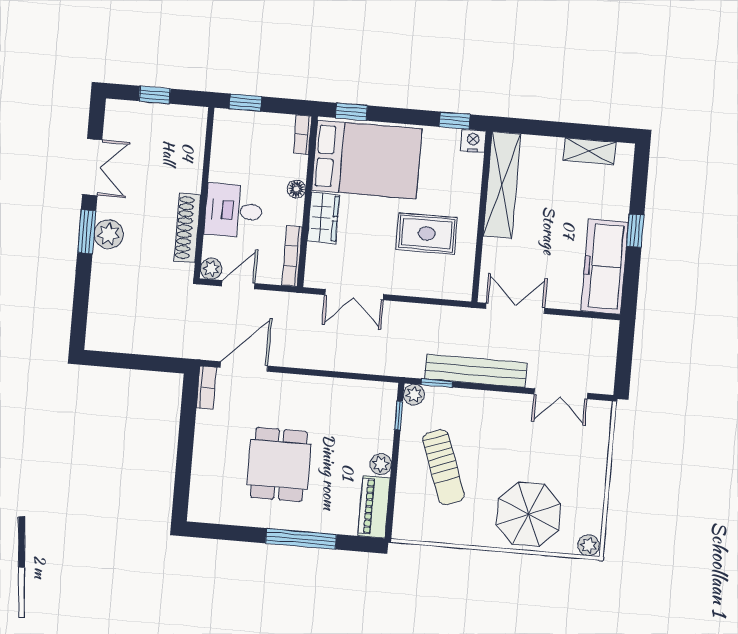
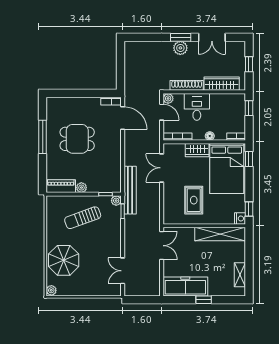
wardrobe: (190, 155) -> (222, 84), added
bench: (476, 371) -> (130, 190), moved
window: (301, 539) -> (43, 137), moved

